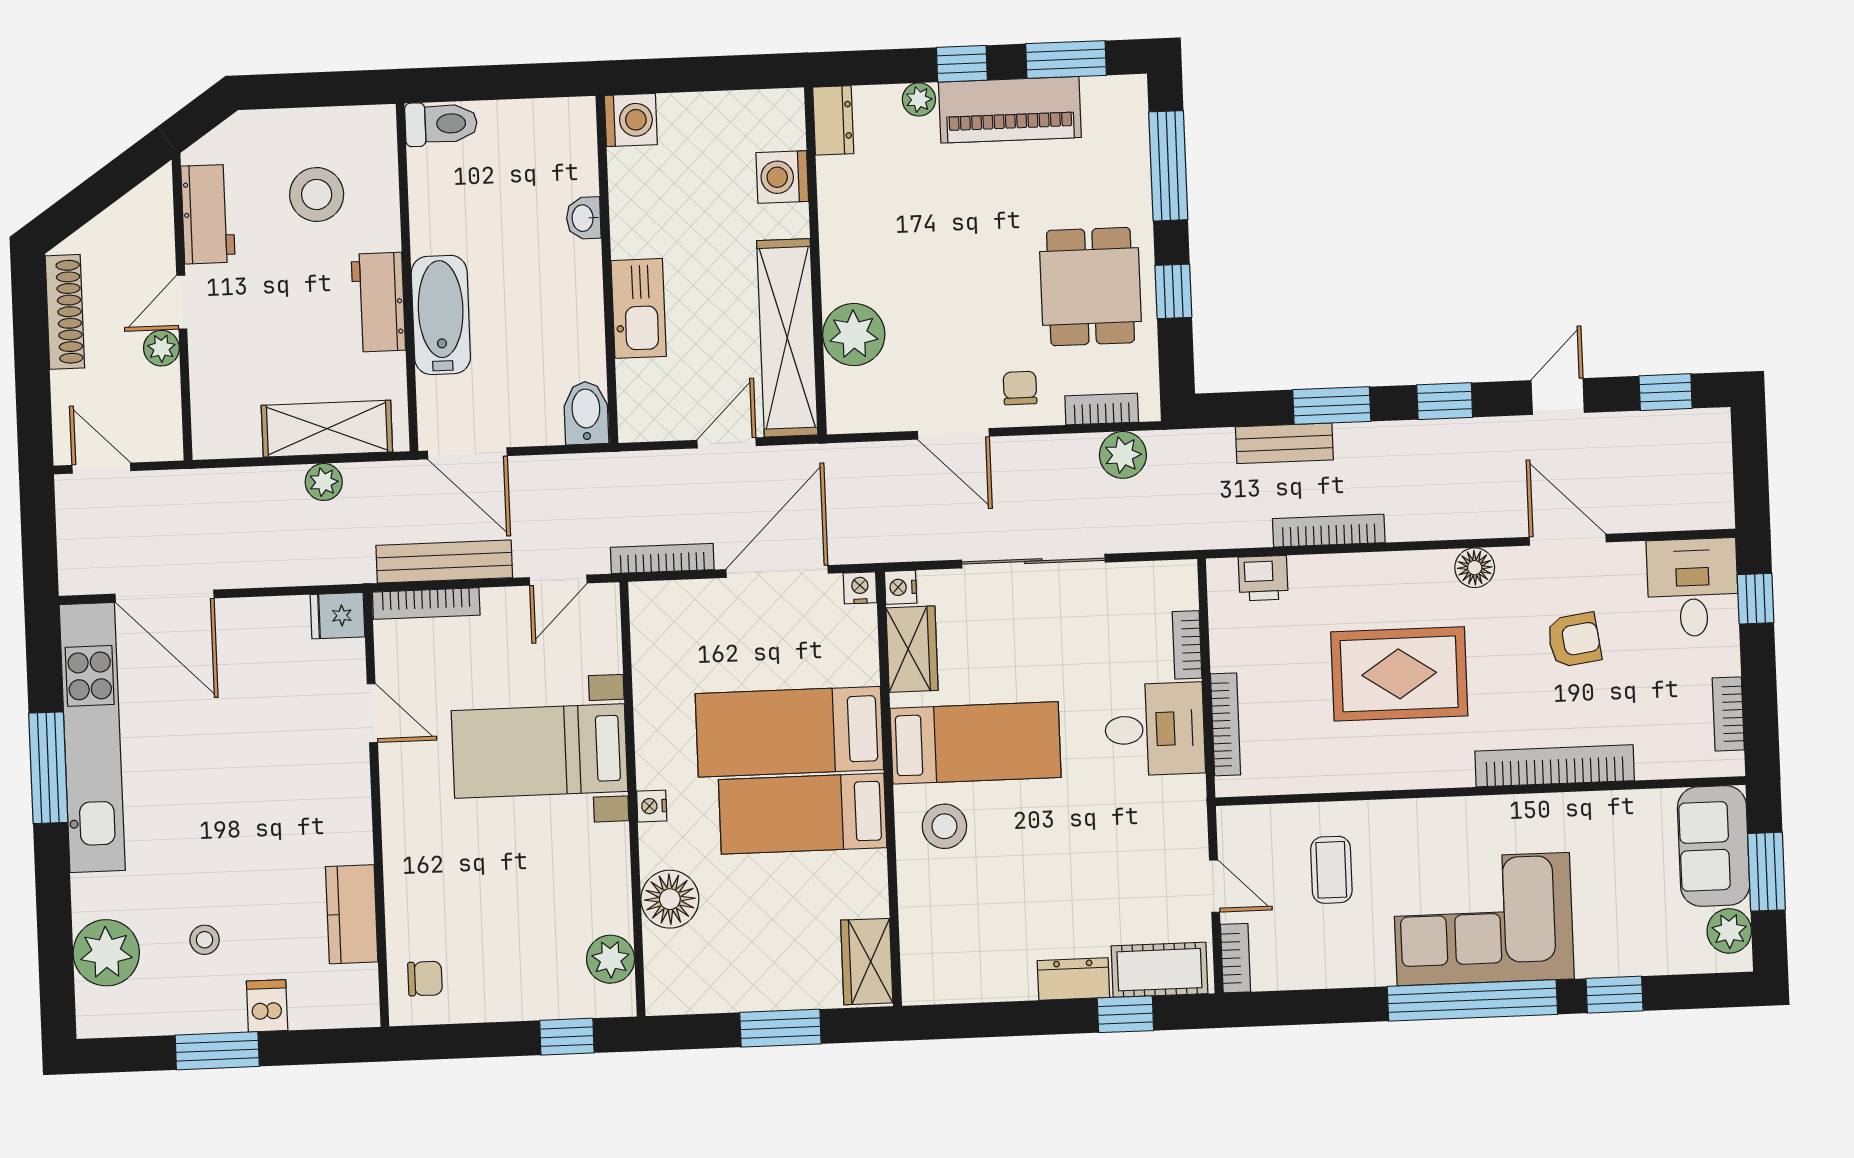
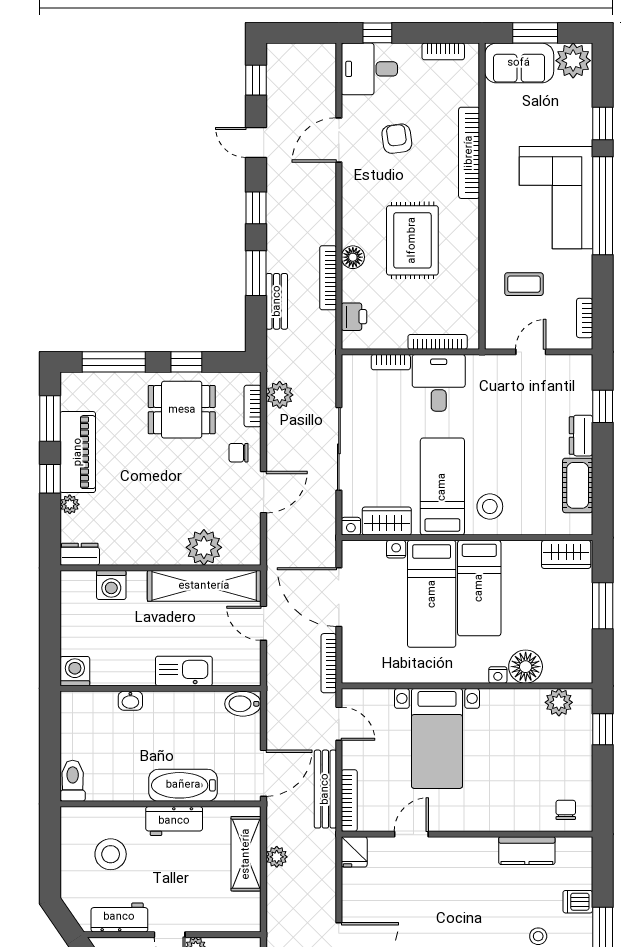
floor lamp: (1475, 568) -> (353, 257), moved
nightstand: (860, 588) -> (396, 549), moved, turned 90
nightstand: (652, 806) -> (498, 675), moved
plant: (1729, 931) -> (573, 61), width x1.36, depth x1.36
bookcase: (1236, 958) -> (585, 318), moved, turned -90
cot: (1159, 970) -> (578, 485), moved

